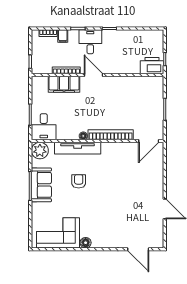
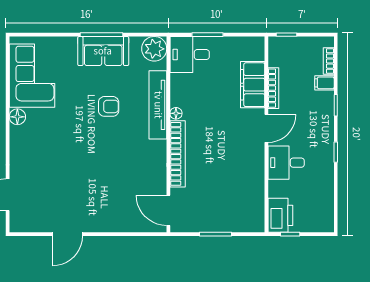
desk: (90, 42) -> (286, 163), moved, turned 180

